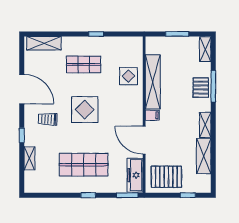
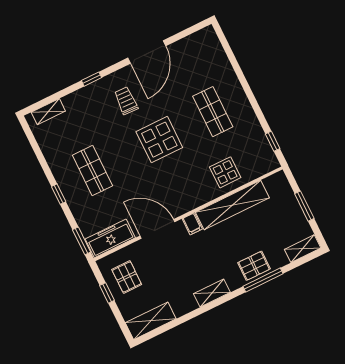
window: (96, 34) -> (273, 141), moved
shelving: (44, 43) -> (215, 52), removed
door: (144, 140) -> (157, 229), hinge flipped
shelving: (204, 156) -> (151, 321), moved
shelving: (29, 158) -> (48, 112), moved
shop shelf: (84, 165) -> (92, 171), width x0.70, depth x0.74
pallet: (166, 177) -> (127, 277), width x0.67, depth x0.71
window: (188, 195) -> (107, 293), moved

